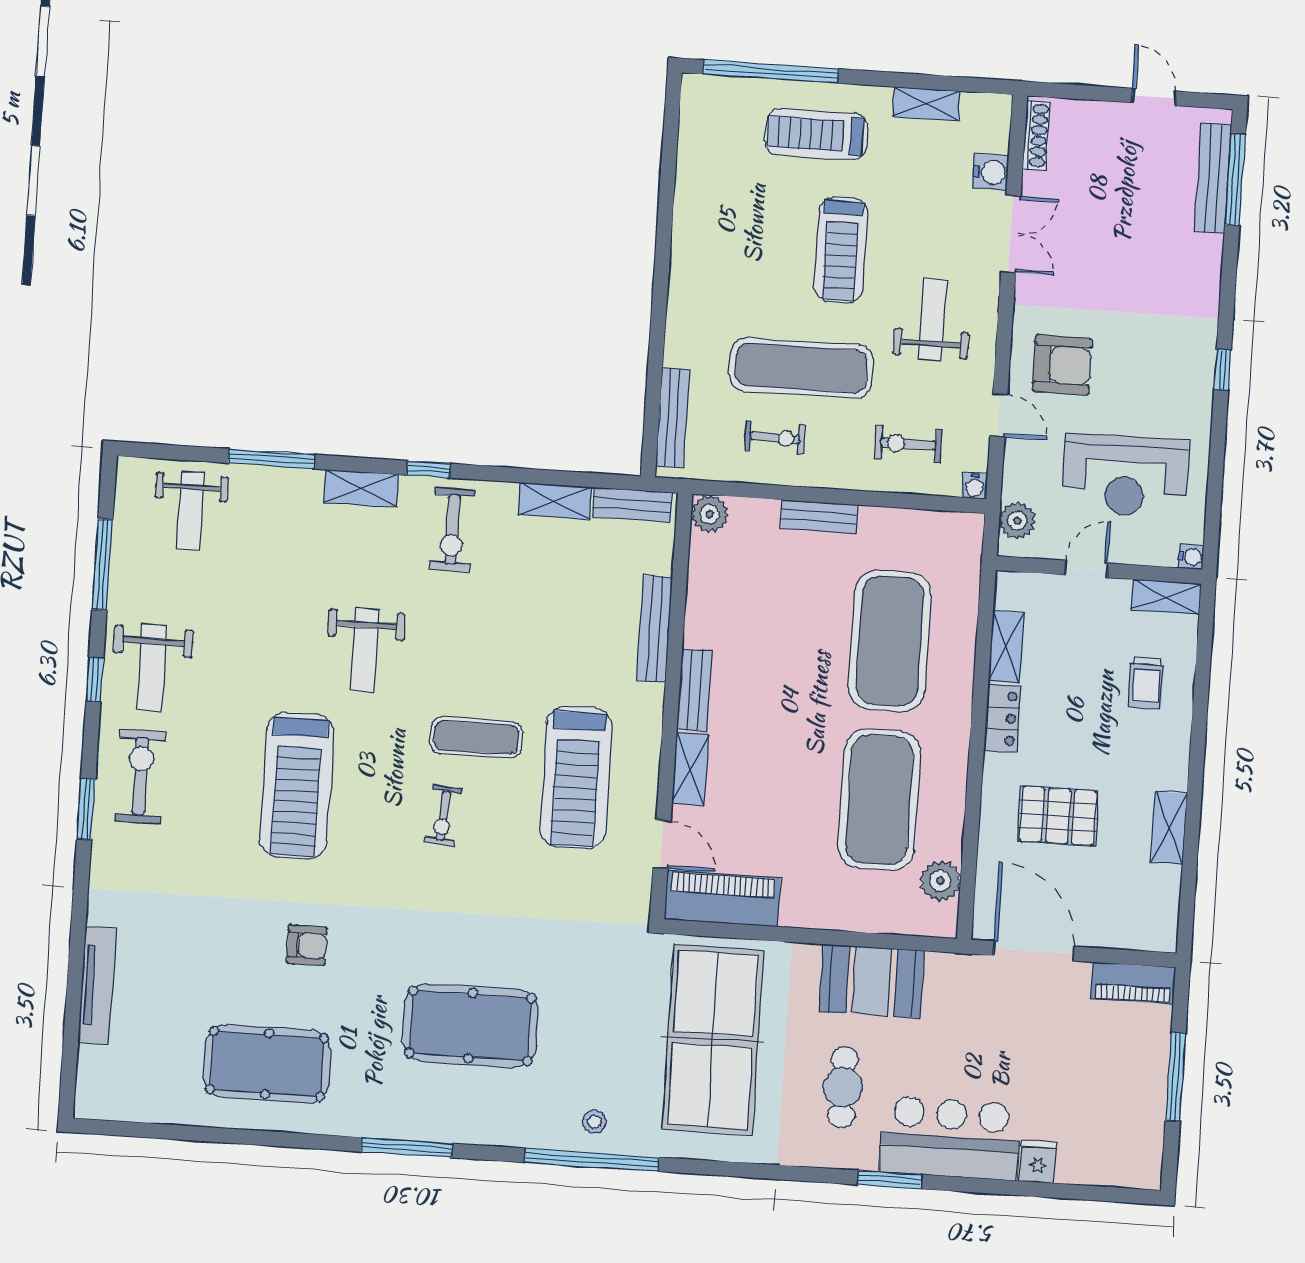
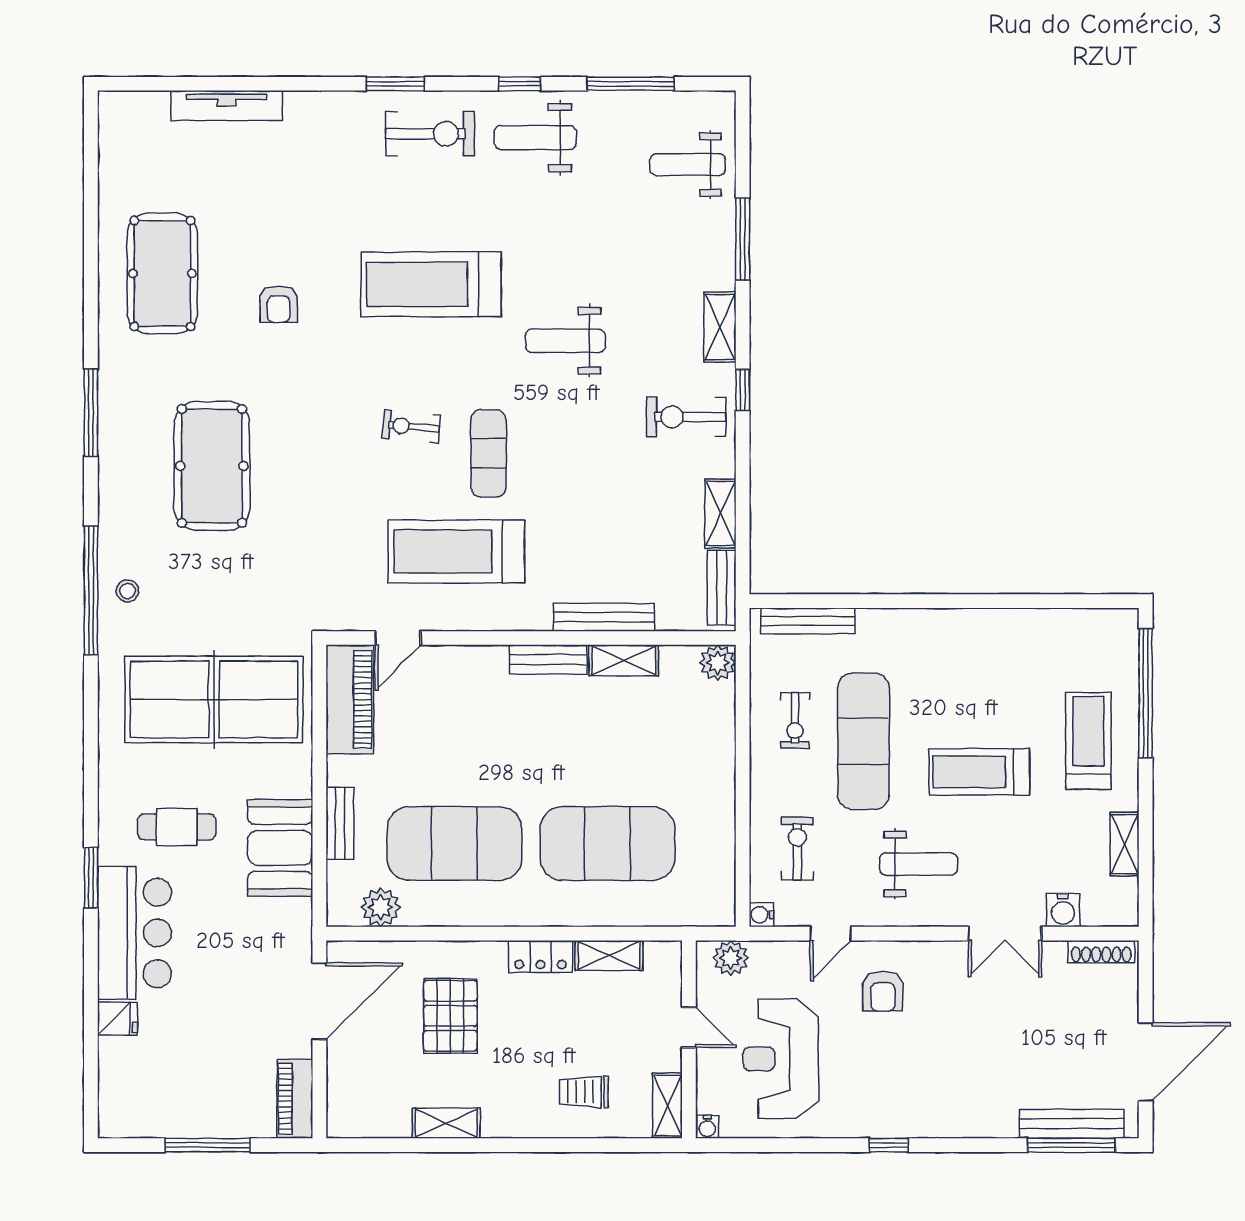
door: (1154, 97) -> (1146, 1062), width x1.88
armchair: (1062, 365) -> (883, 991), width x0.72, depth x0.72
bench: (819, 517) -> (340, 823), moved
shelving: (690, 769) -> (624, 660), moved

